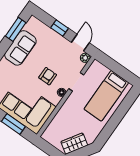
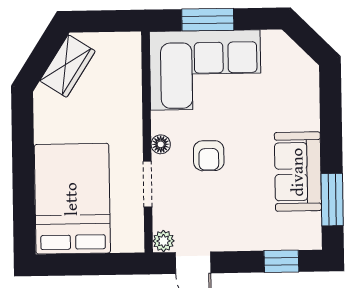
window: (59, 28) -> (281, 261), moved
bed: (106, 96) -> (72, 199), width x1.50

